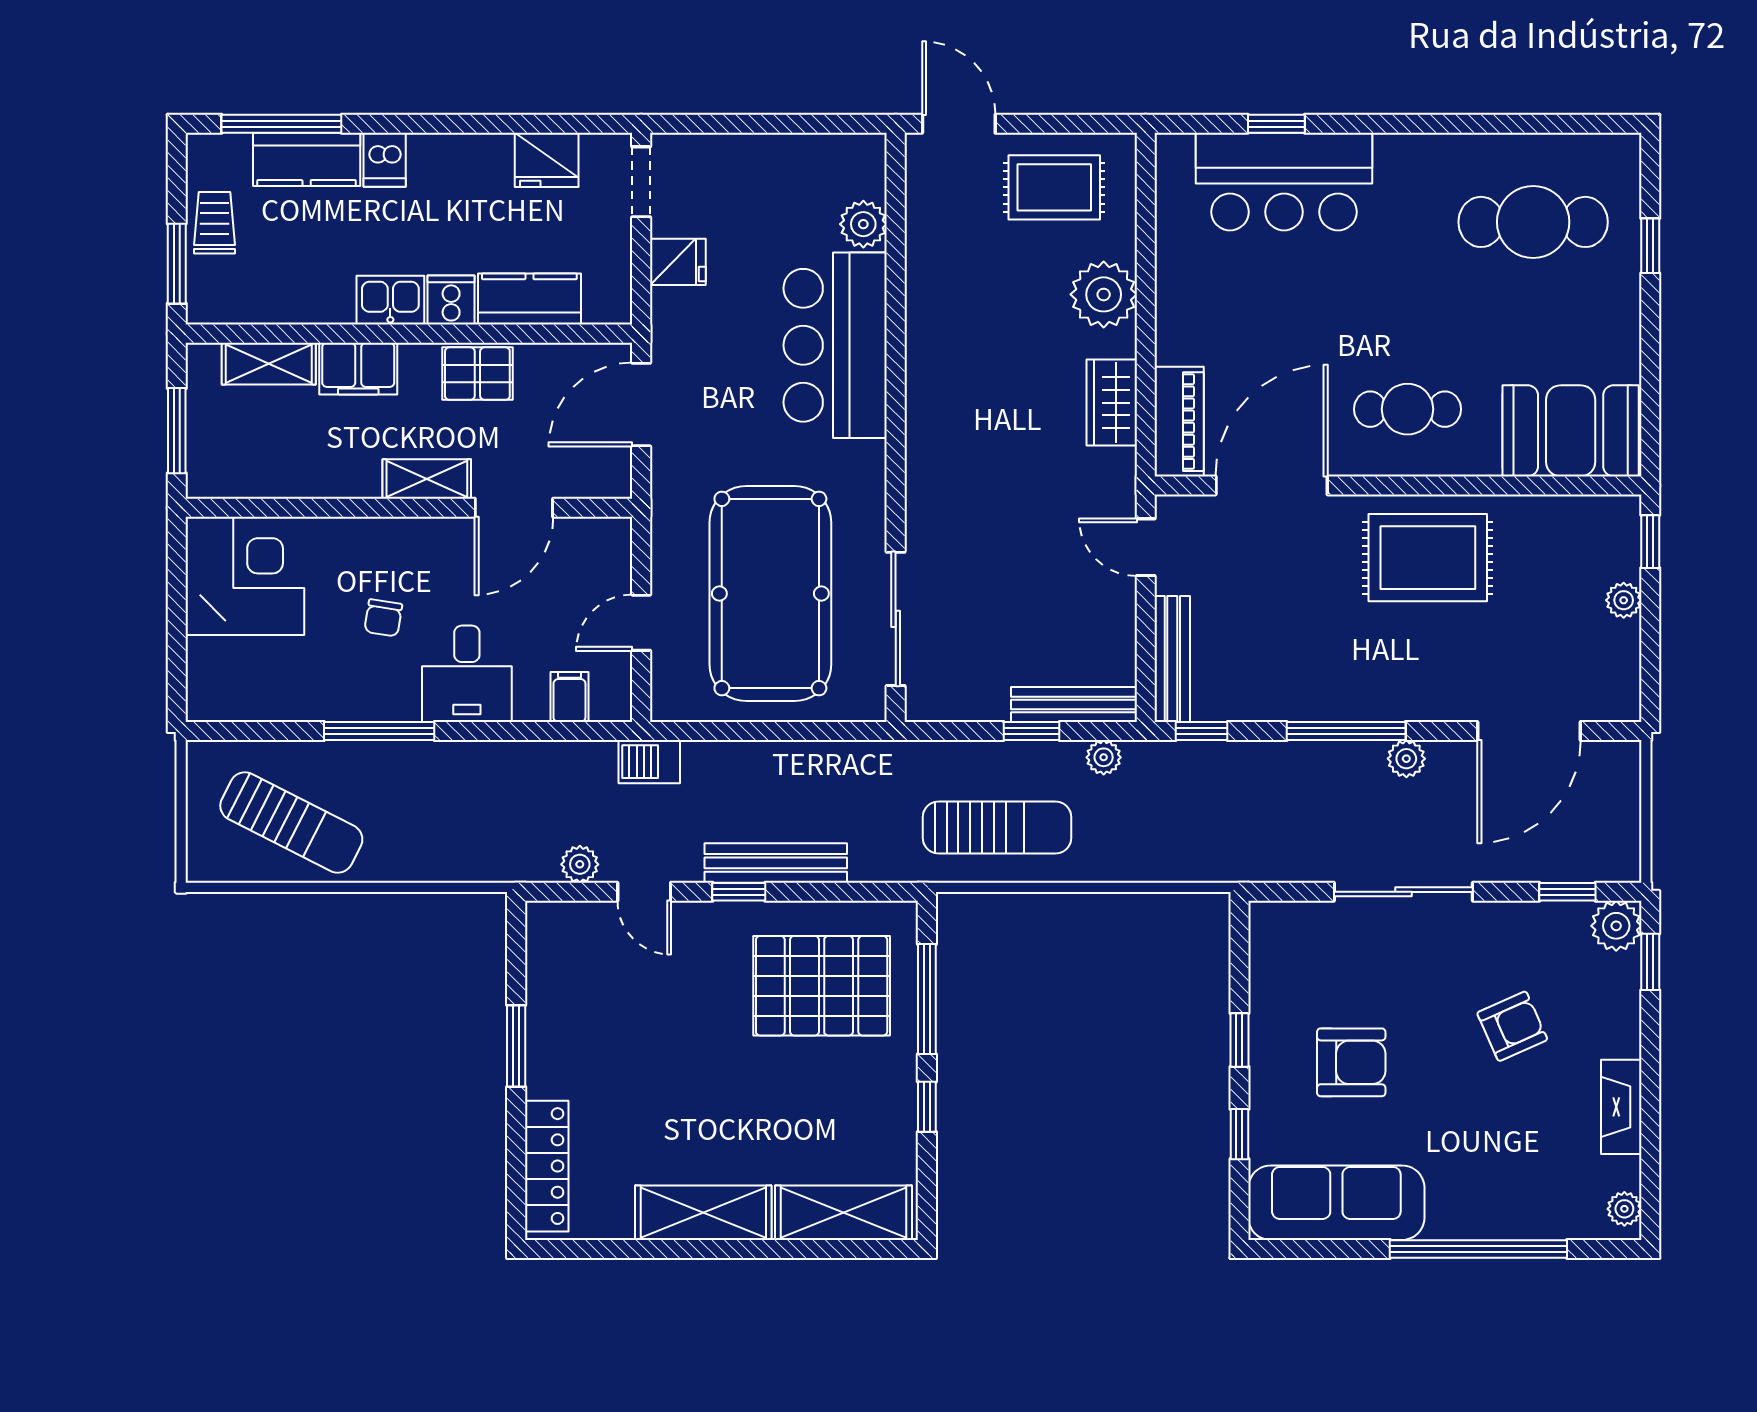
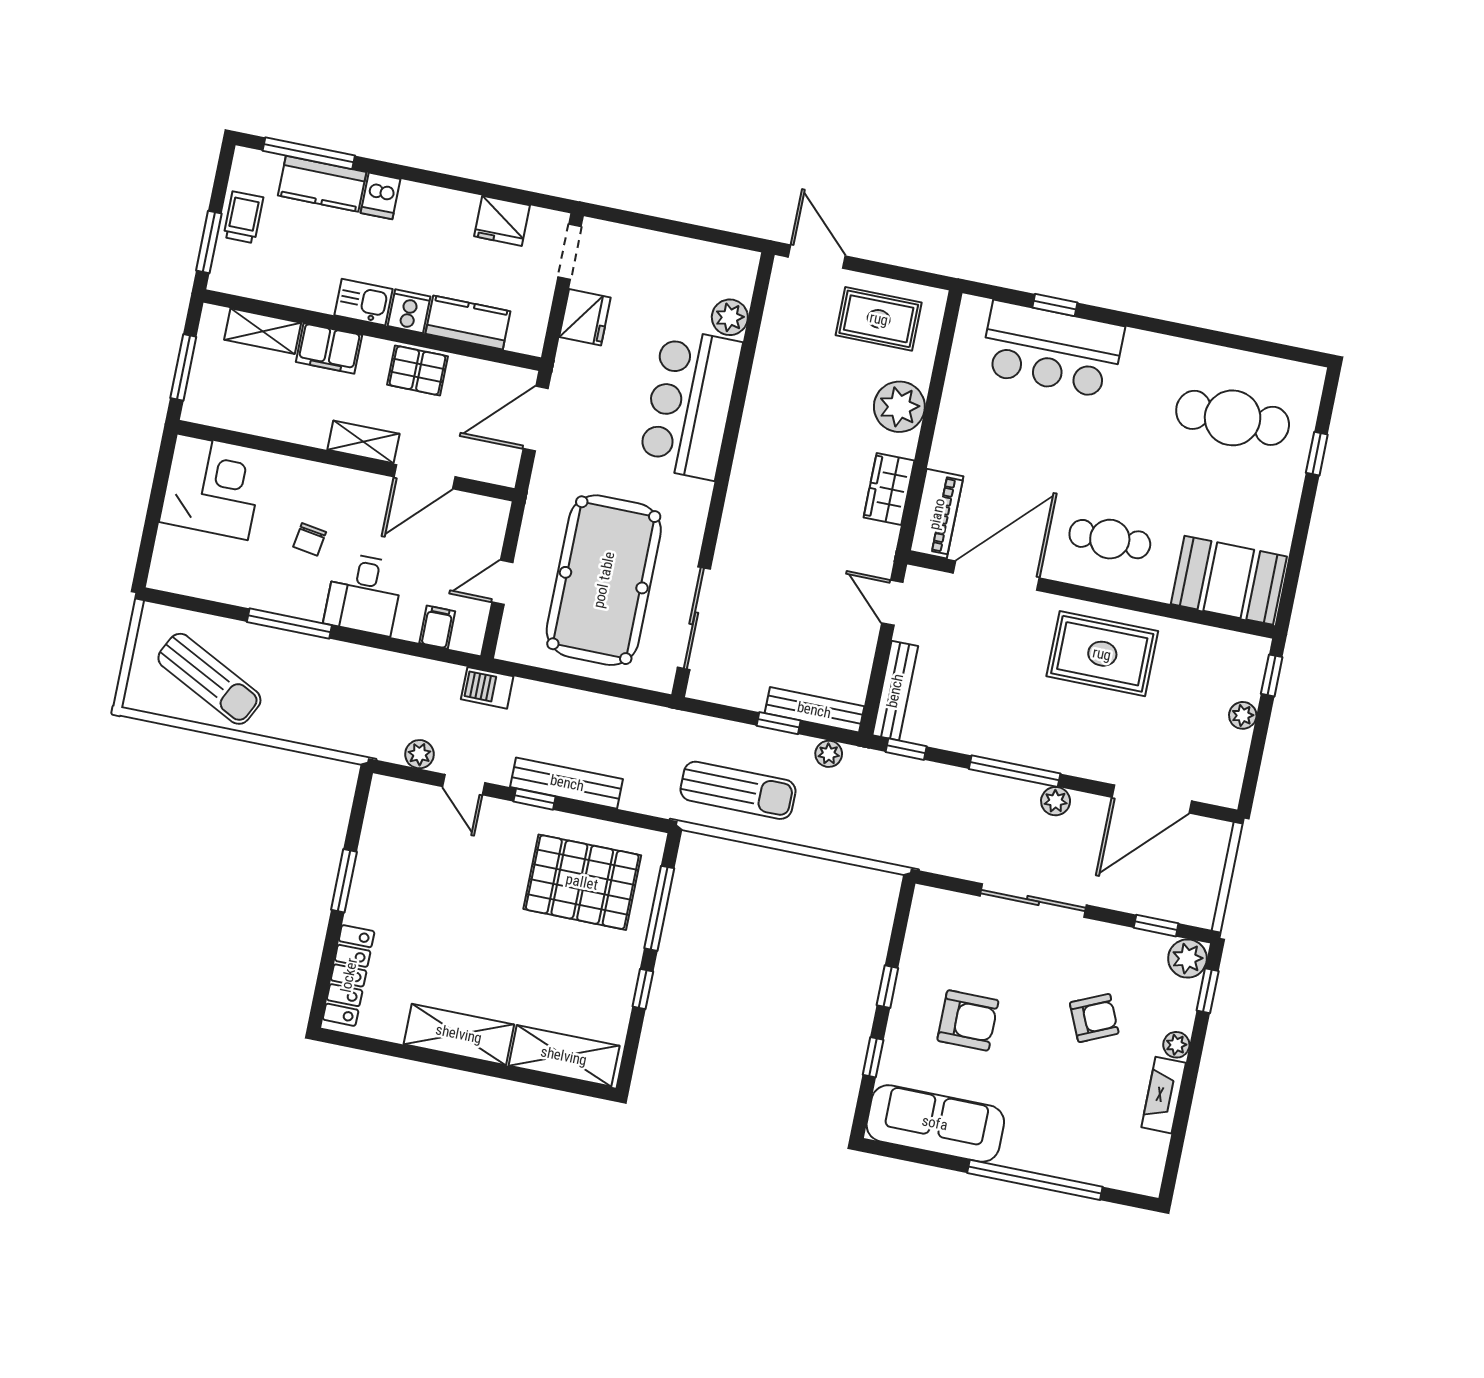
fridge: (678, 262) -> (585, 317), width x1.38
plant: (1624, 1209) -> (1176, 1045), moved

